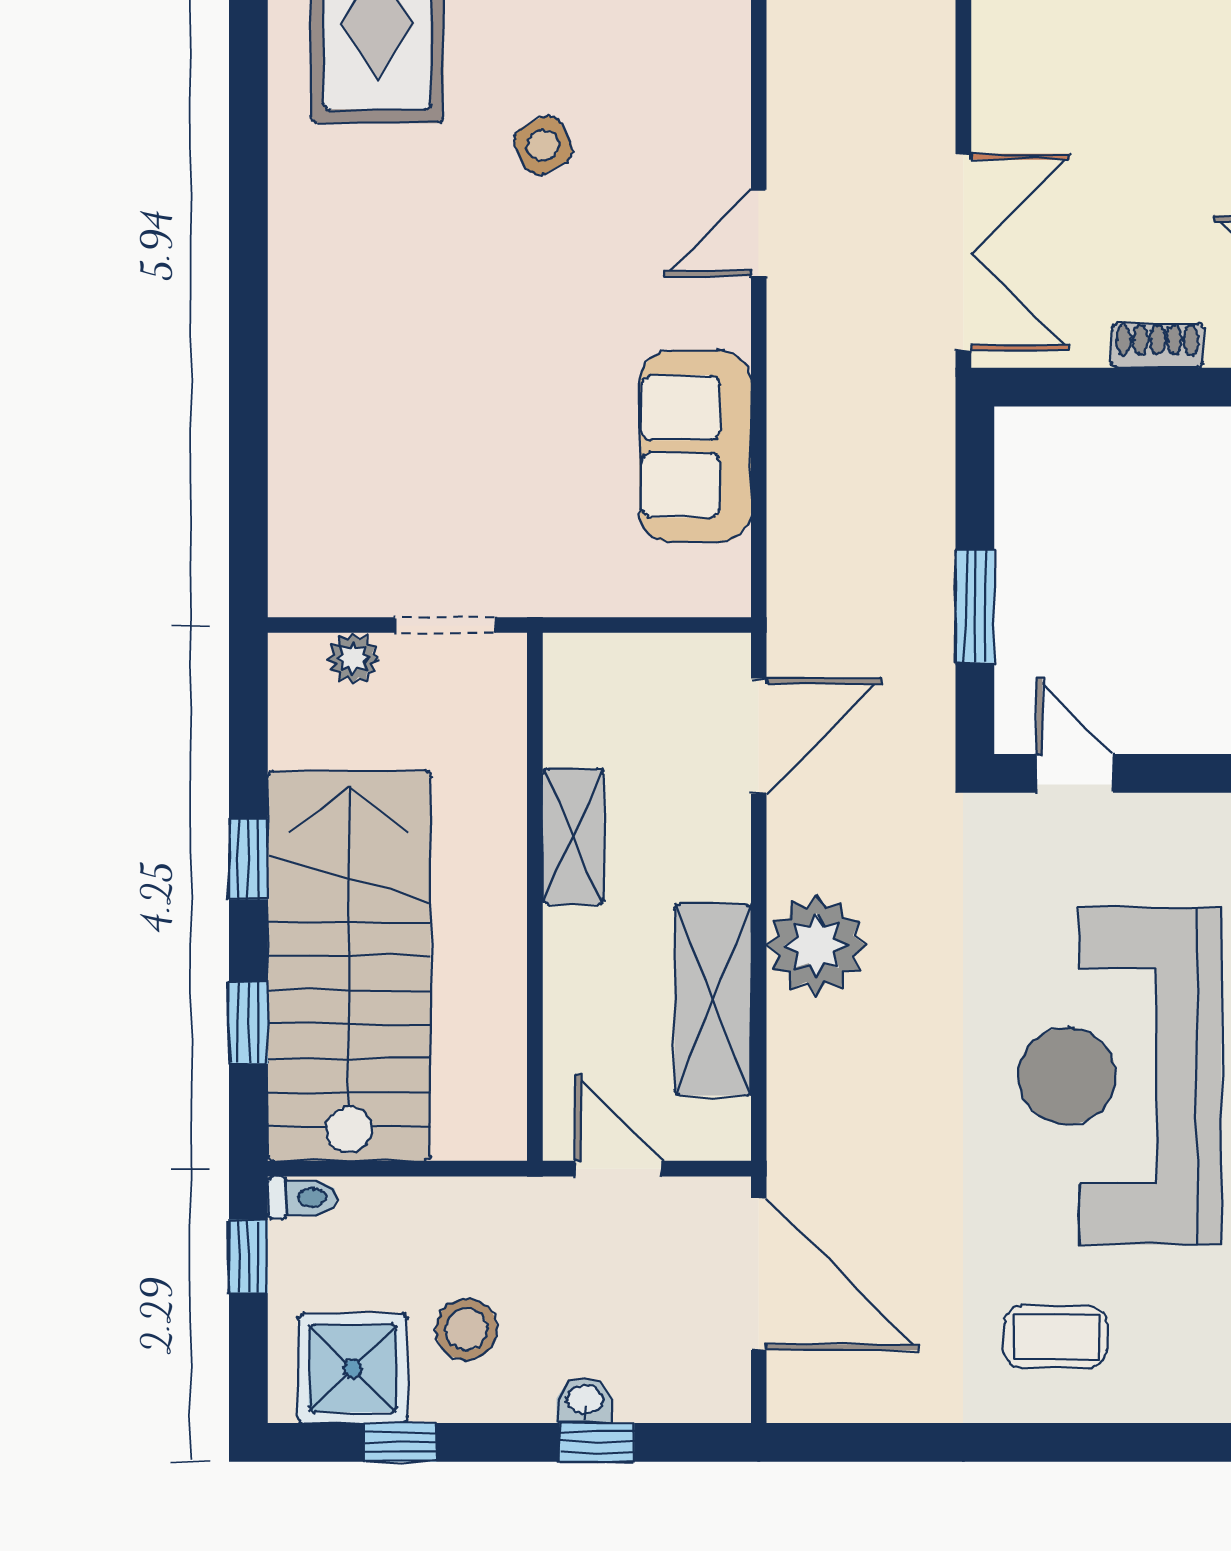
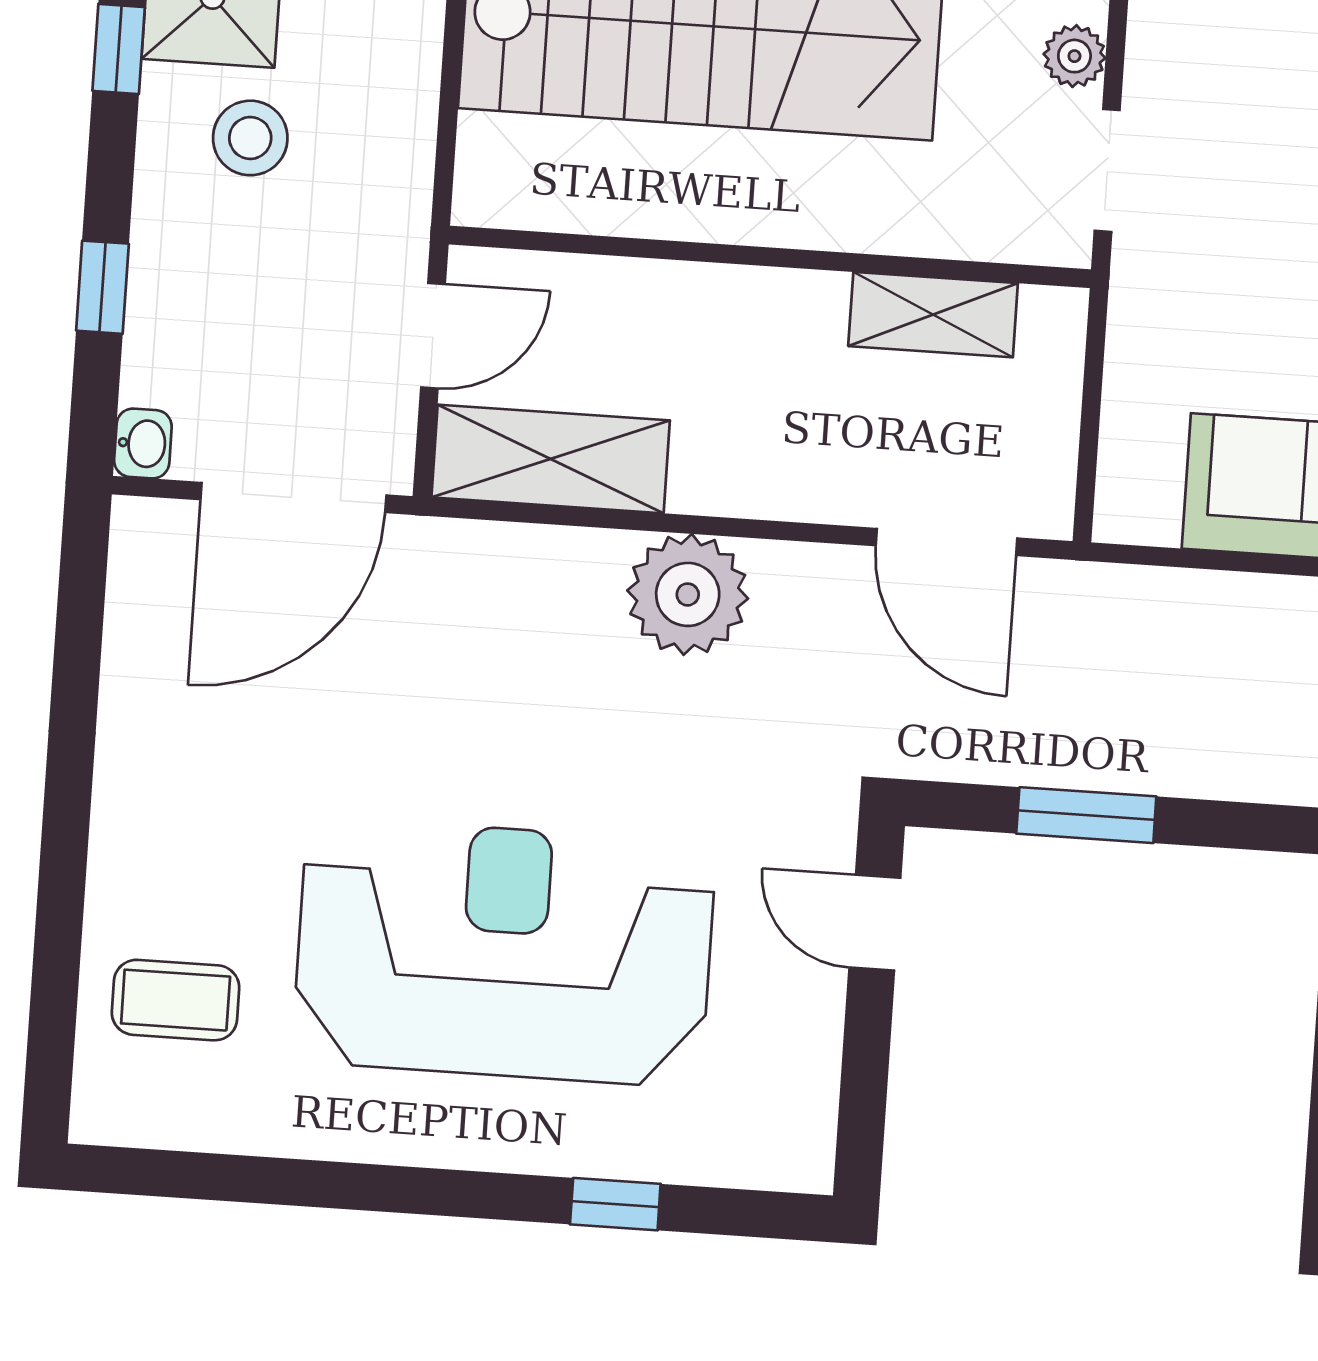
door: (1075, 773) -> (875, 923), swing flipped
shelving: (573, 836) -> (933, 315), moved
shelving: (713, 1000) -> (551, 459), moved
coffee table: (1056, 1337) -> (176, 1000), moved, turned 90
washbasin: (585, 1400) -> (143, 444), moved

